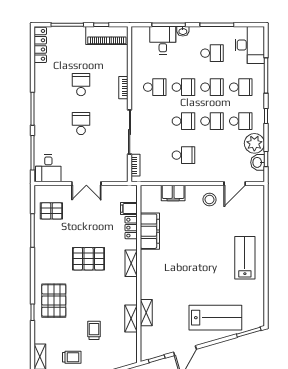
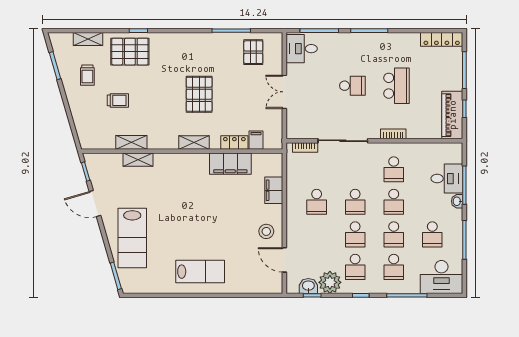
school desk: (81, 85) -> (397, 86), width x1.85
pallet: (54, 301) -> (130, 52), moved

